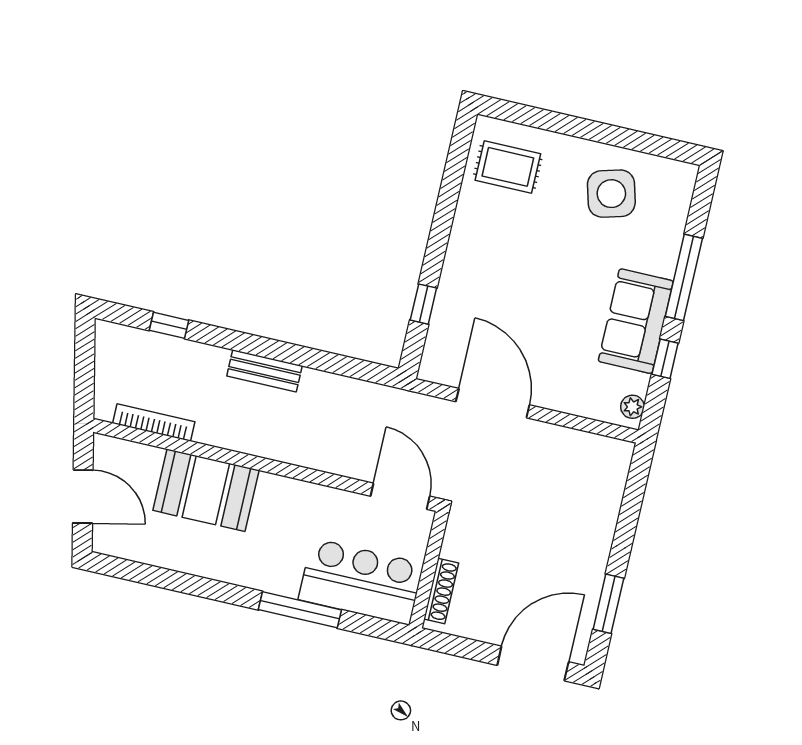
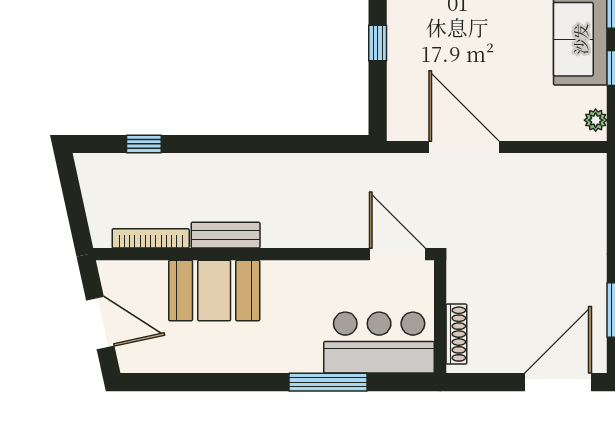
window: (423, 304) -> (378, 43), moved
bench: (265, 371) -> (226, 235), moved

